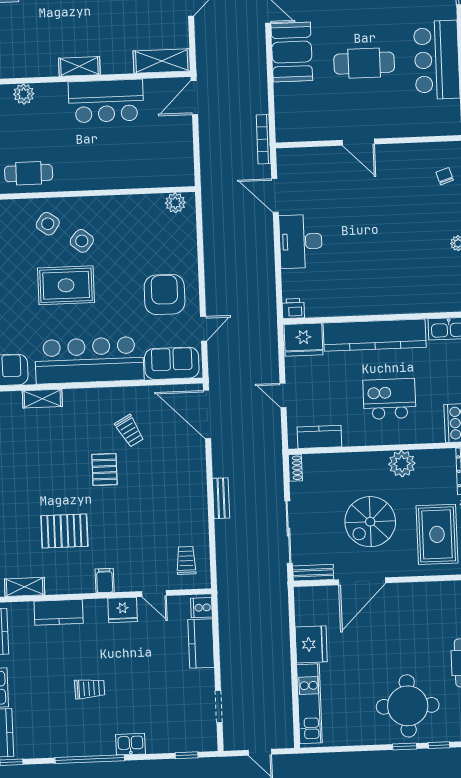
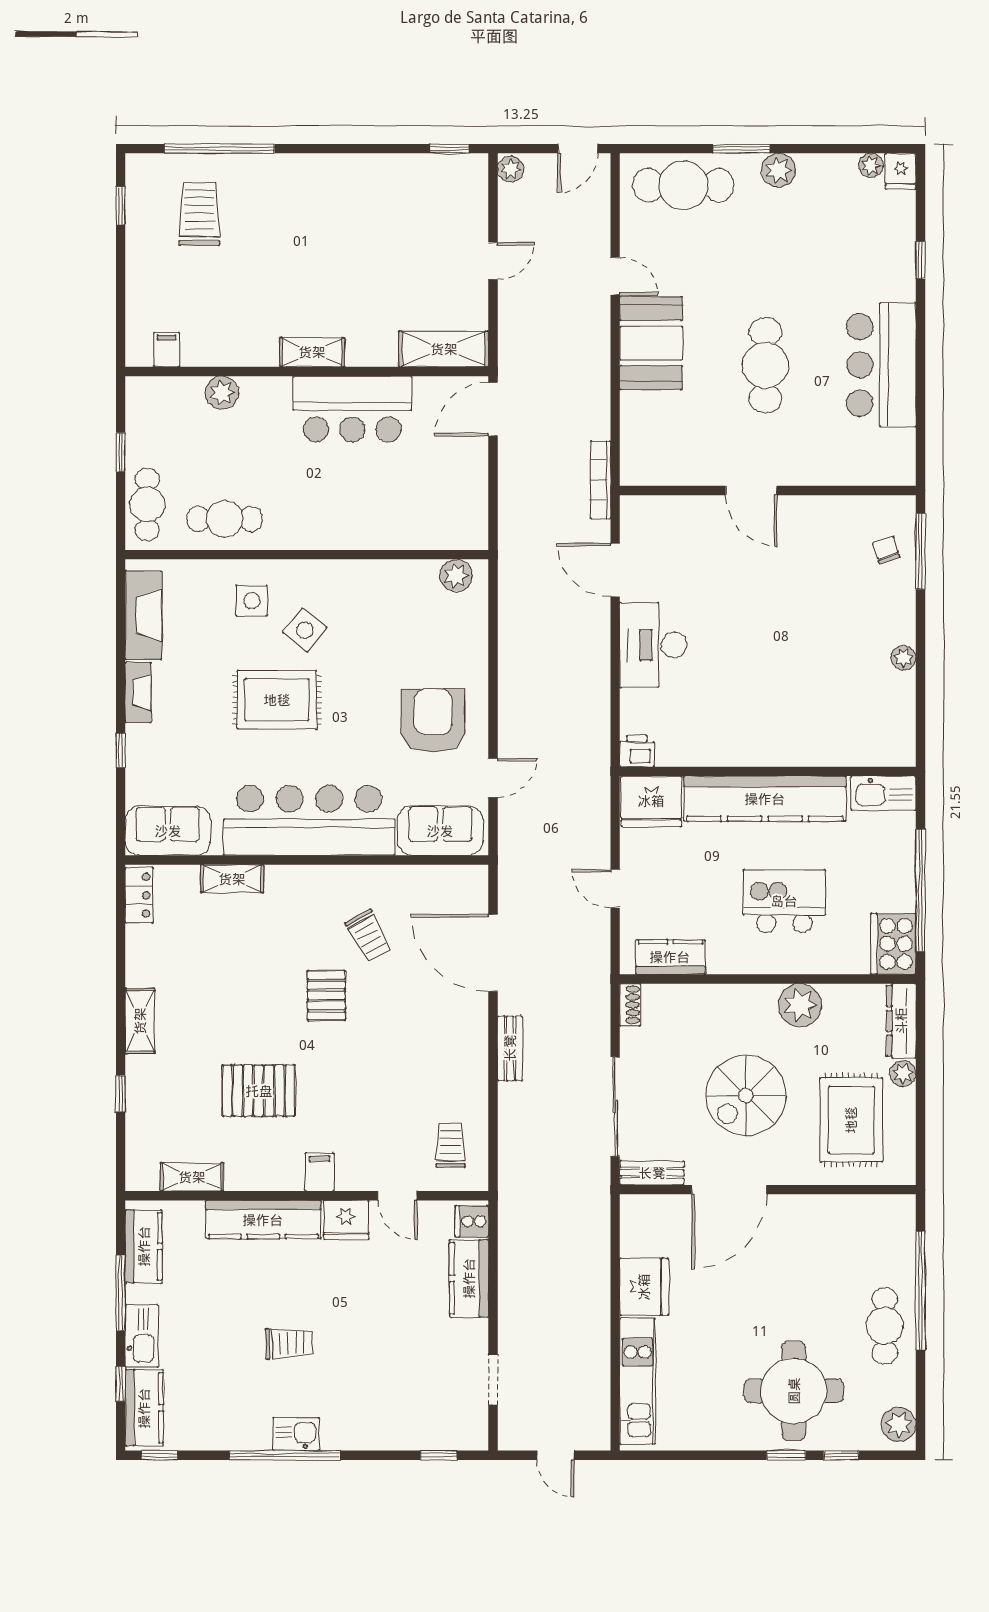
cafe table: (364, 63) -> (765, 365), turned 90
side table: (48, 224) -> (252, 601), turned -36
door: (207, 414) -> (493, 953), moved
kitchen counter: (59, 612) -> (263, 1220), width x1.50
kitchen sink: (130, 744) -> (296, 1434), moved

